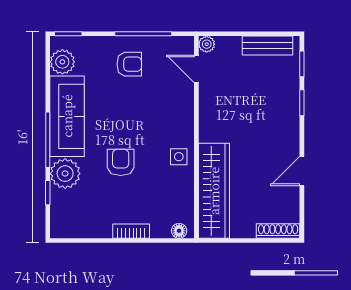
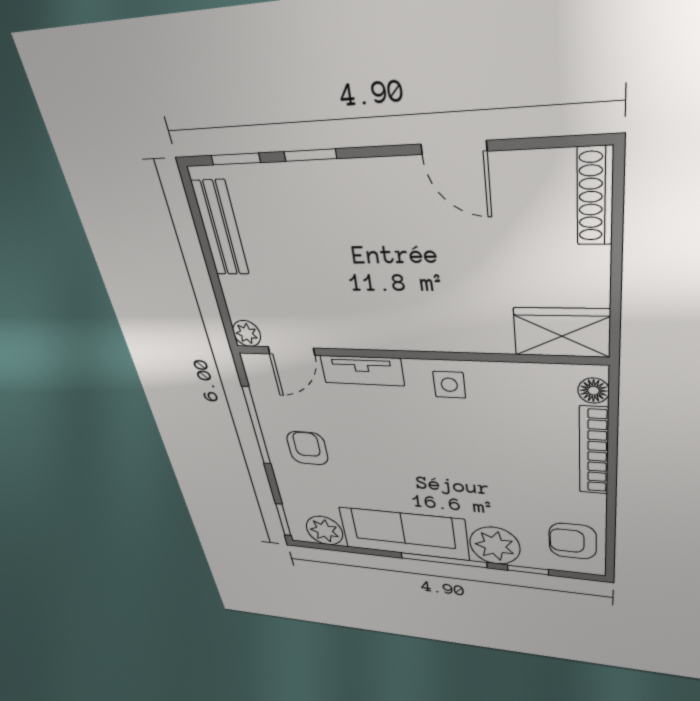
tv unit: (185, 109) -> (362, 371), added
armchair: (121, 162) -> (573, 541), moved
wardrobe: (214, 191) -> (562, 332), width x0.48, depth x0.85
bookcase: (131, 231) -> (594, 451), width x1.56

